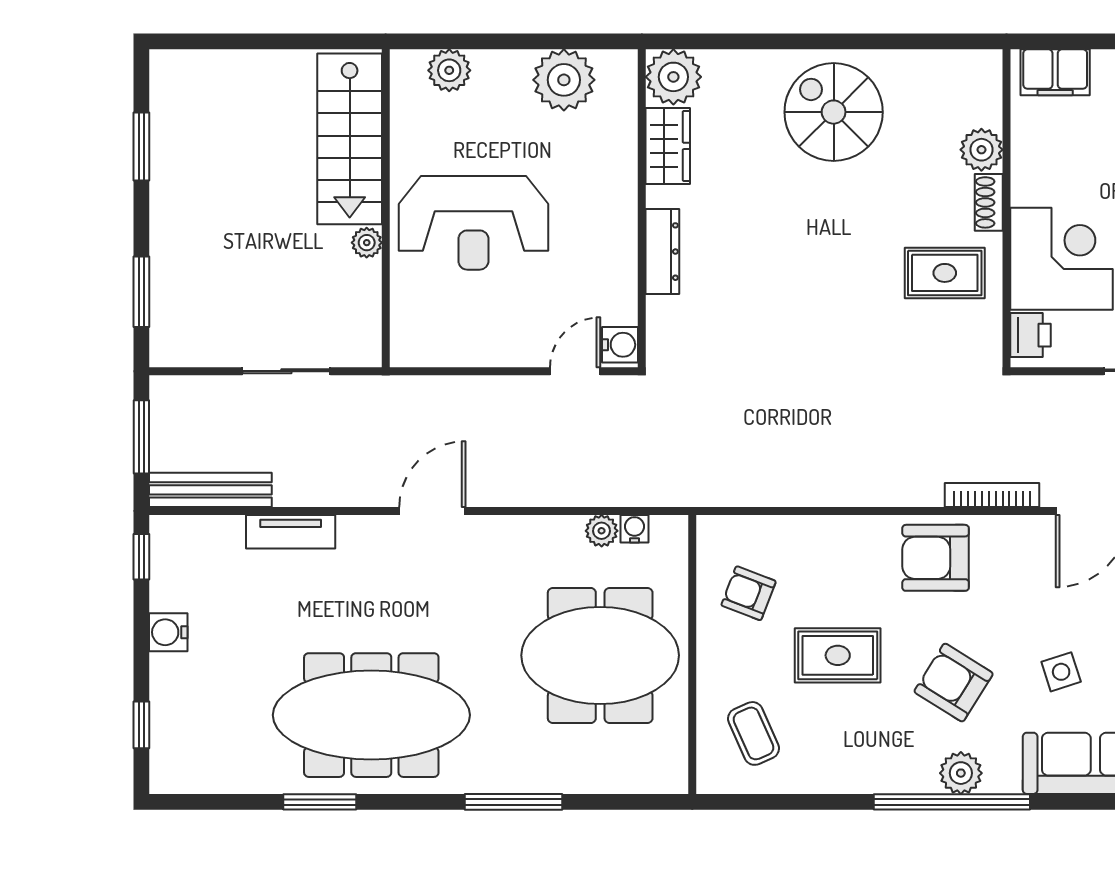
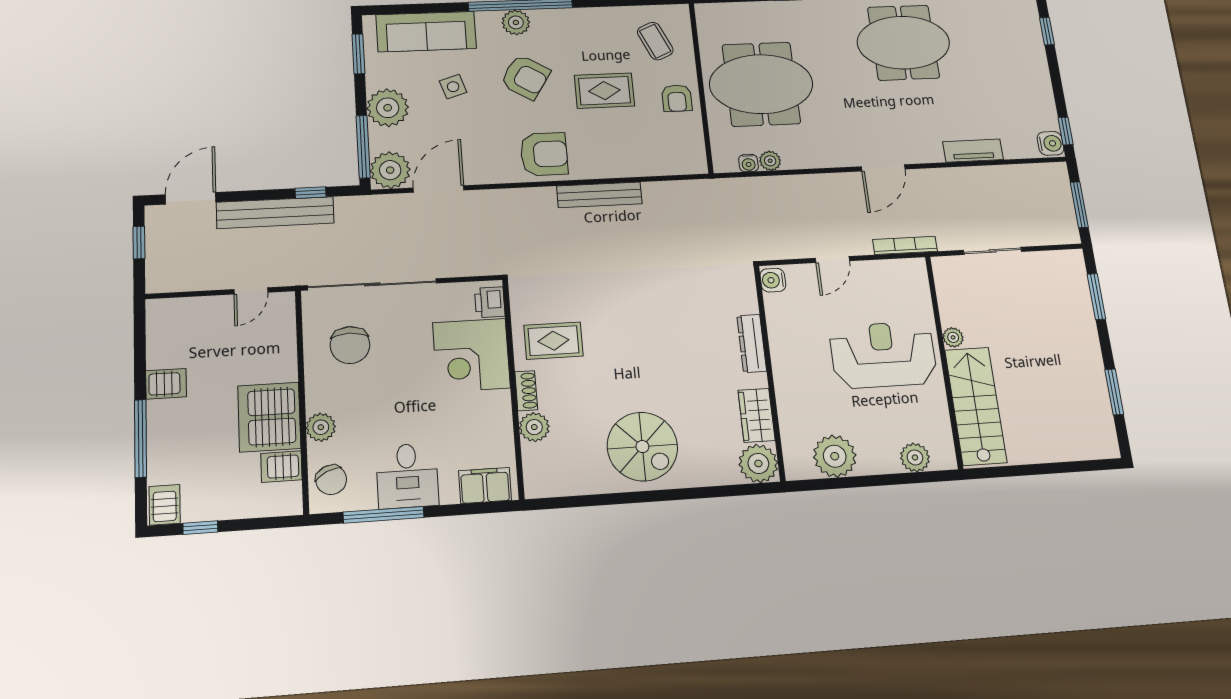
door: (575, 371) -> (832, 260), moved
bench: (210, 490) -> (599, 195), moved
bookcase: (992, 495) -> (905, 245), moved, turned 180
armchair: (749, 593) -> (677, 98), moved, turned 69
water cooler: (168, 632) -> (1051, 143), moved
meeting table: (371, 715) -> (903, 43), width x0.73

